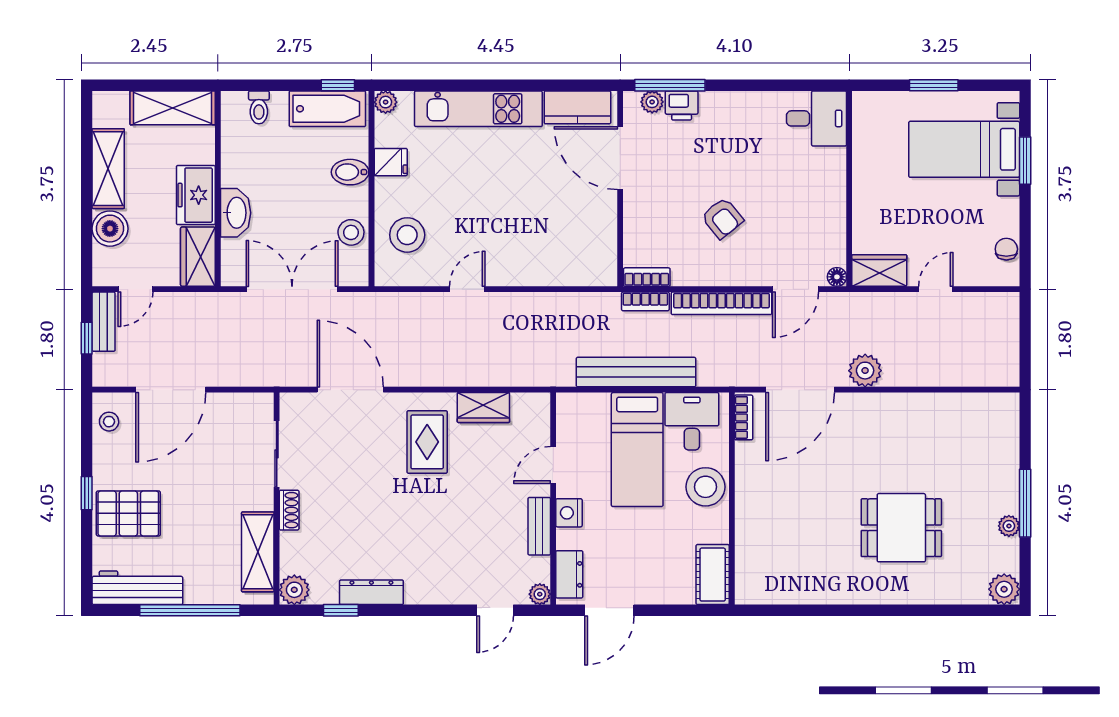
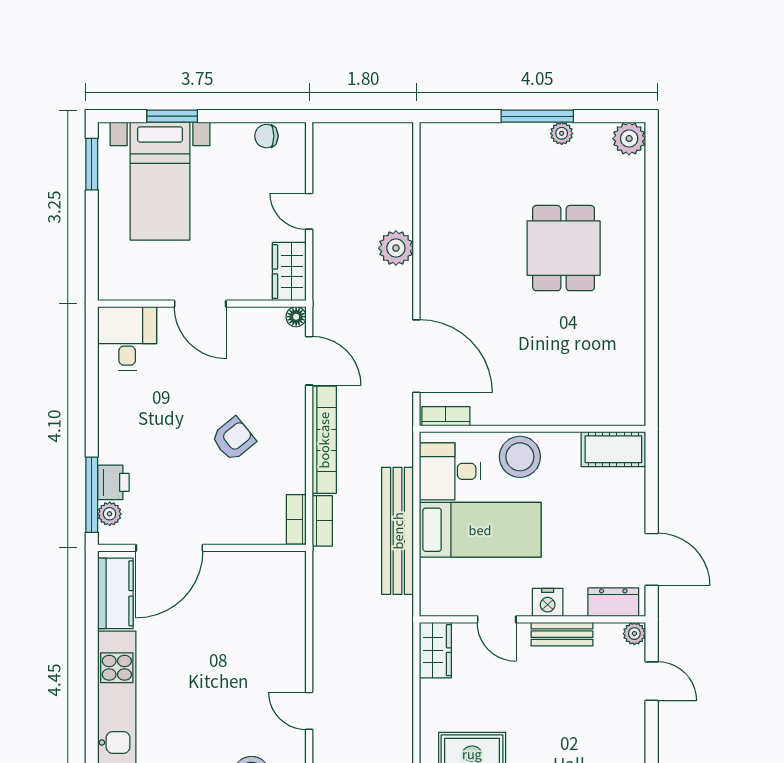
window: (934, 85) -> (92, 164), moved
door: (849, 187) -> (200, 304), added
plant: (865, 371) -> (396, 248), moved
wardrobe: (483, 408) -> (435, 650), moved

